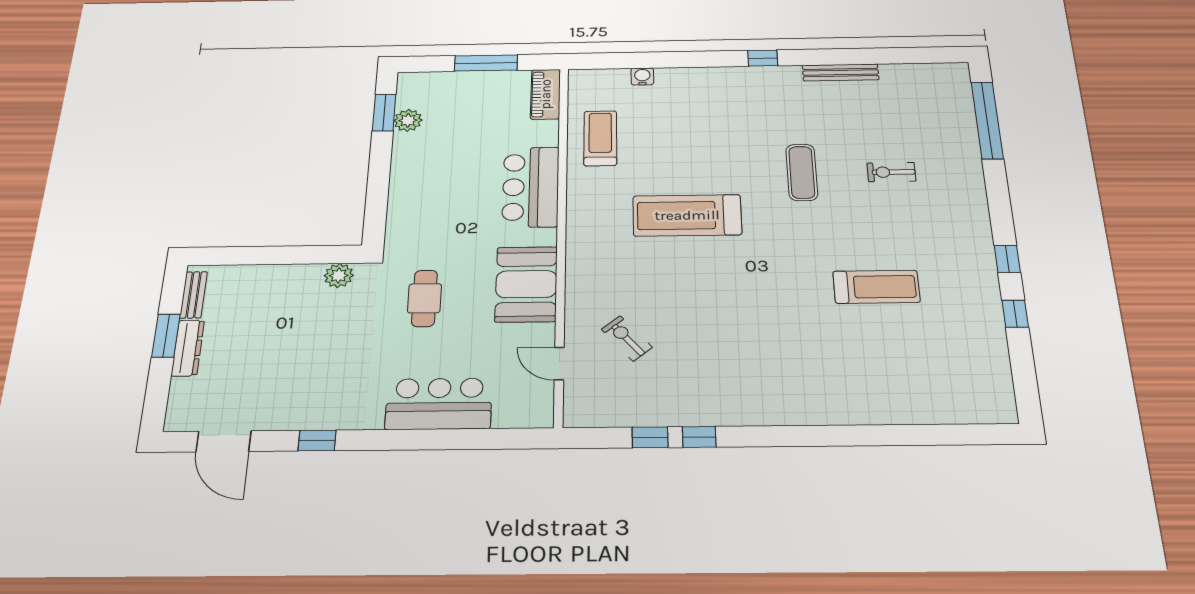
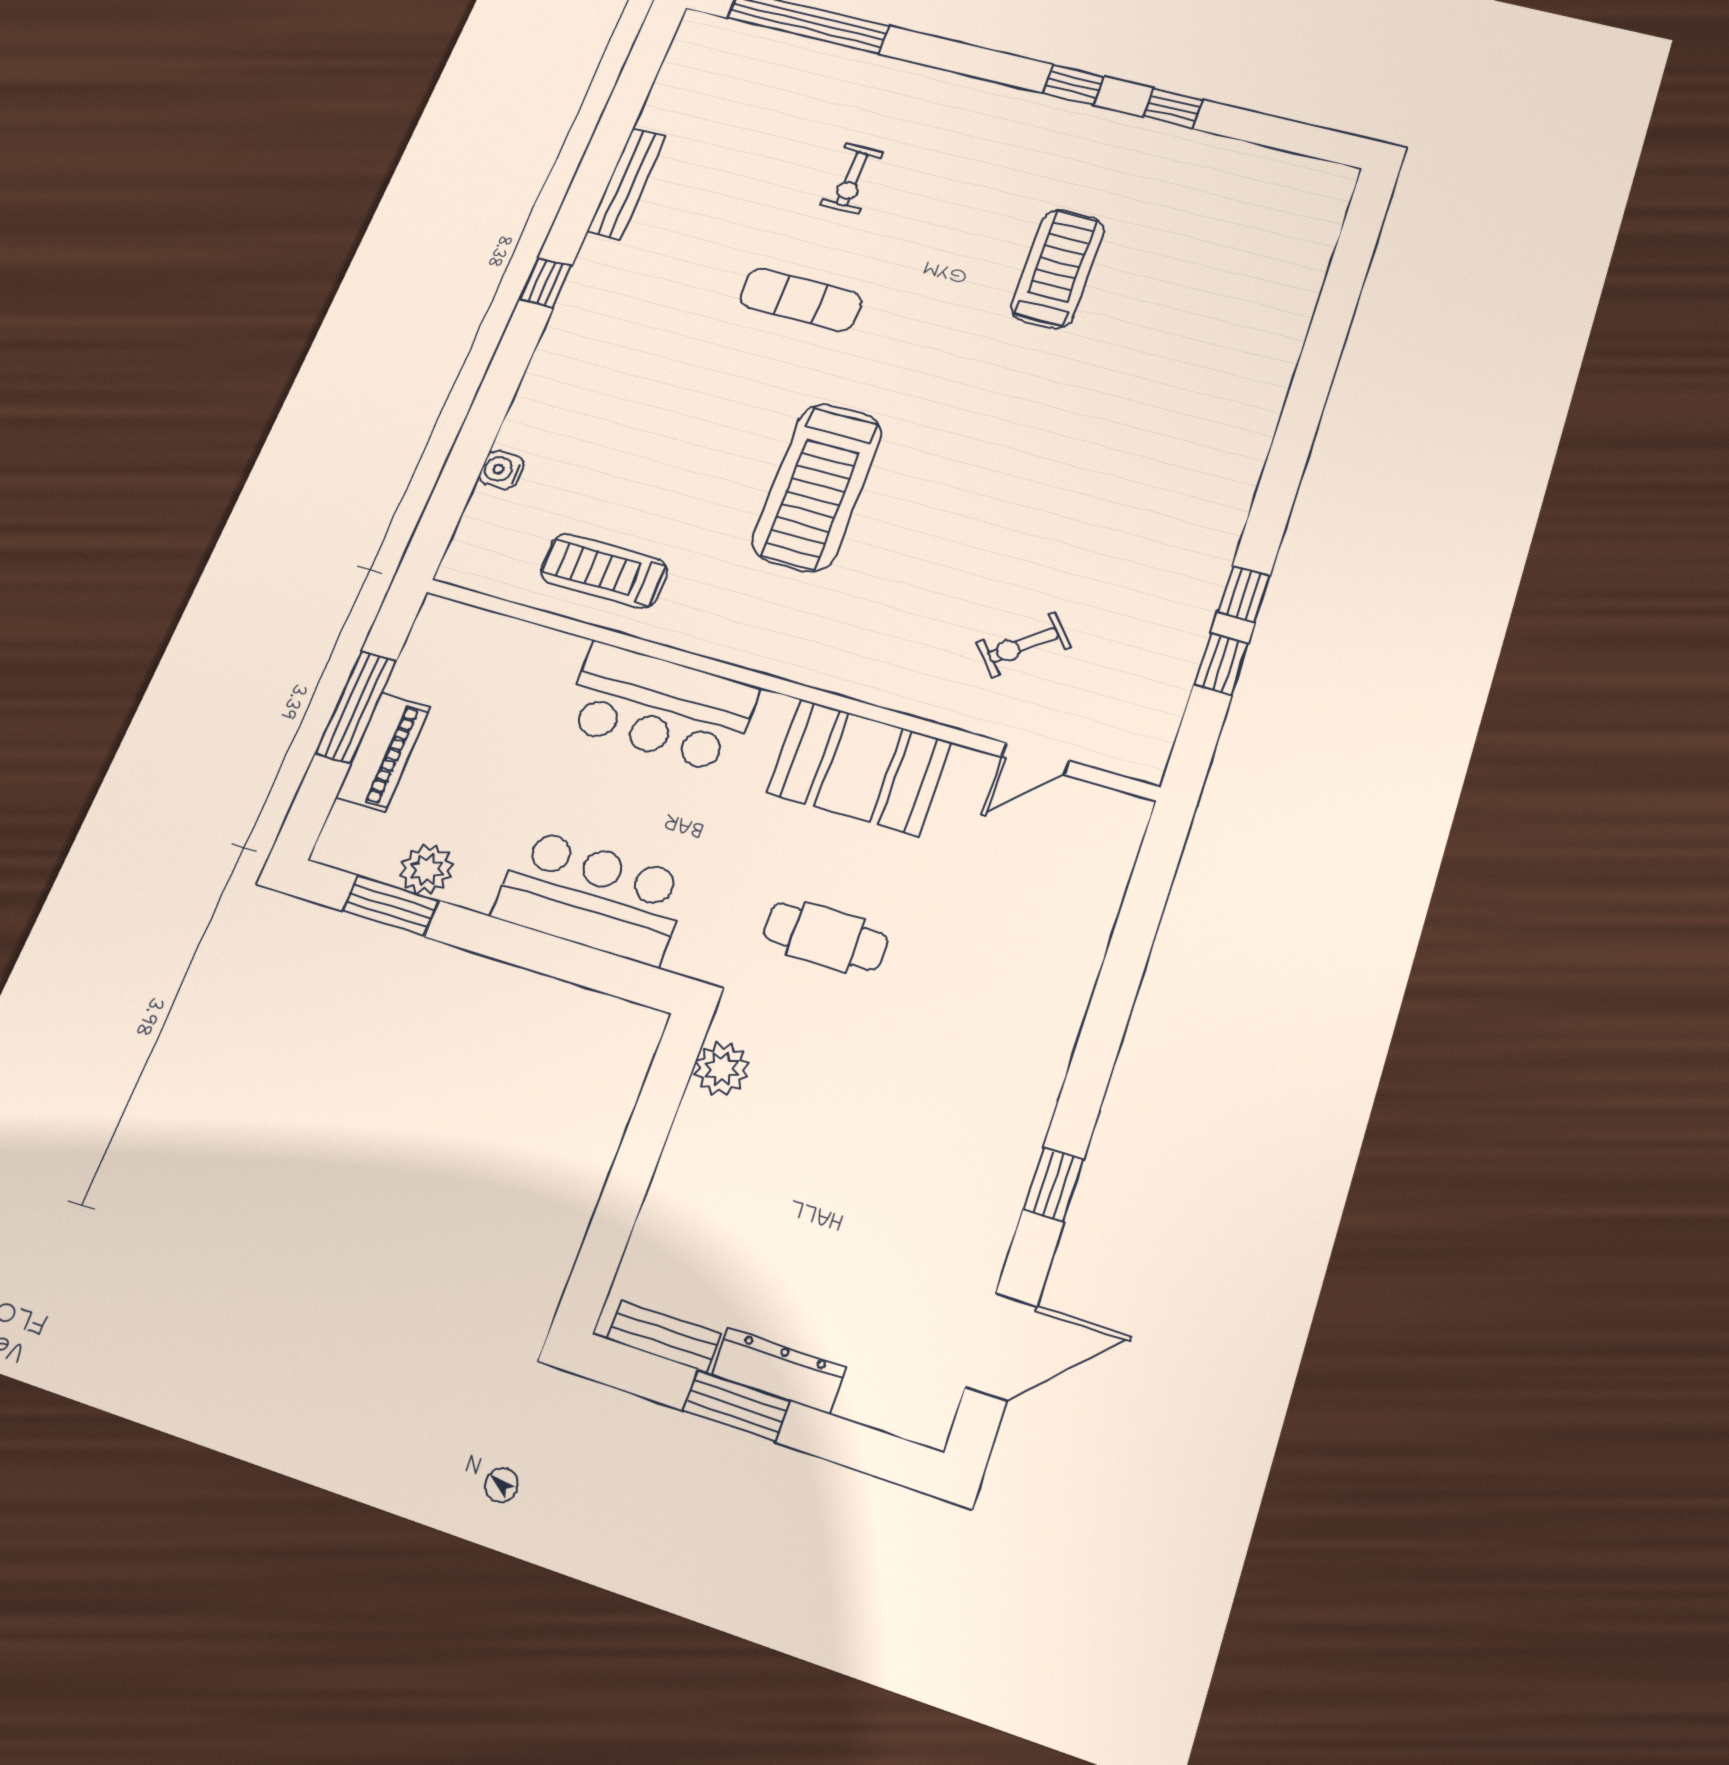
piano: (545, 94) -> (383, 752), moved, turned -90
bar counter: (439, 404) -> (591, 897), moved, turned 90

